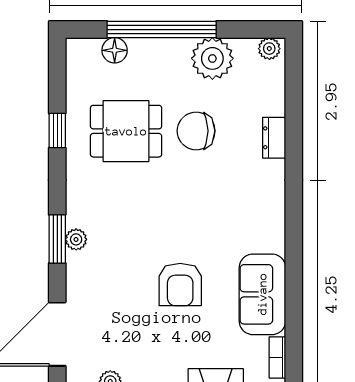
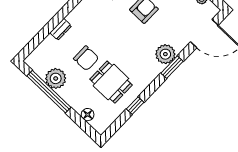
window: (162, 30) -> (49, 92), moved
plant: (269, 49) -> (32, 63), removed
plant: (76, 239) -> (165, 54), width x1.87, depth x1.87

